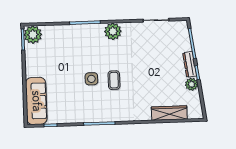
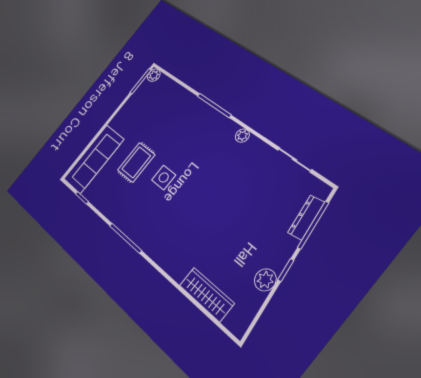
plant: (113, 31) -> (242, 136), width x0.53, depth x0.53
plant: (33, 35) -> (154, 75), width x0.53, depth x0.53
dresser: (190, 64) -> (306, 217), moved
coffee table: (114, 80) -> (184, 198), removed
rug: (66, 83) -> (136, 162), added

